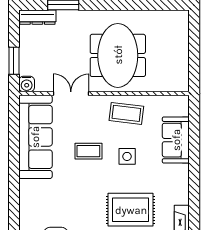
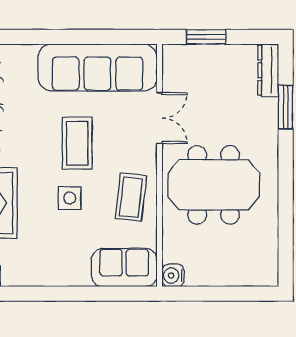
water cooler: (27, 84) -> (173, 275), moved
sofa: (176, 140) -> (124, 268), moved
coffee table: (88, 151) -> (77, 143), width x1.36, depth x1.30

